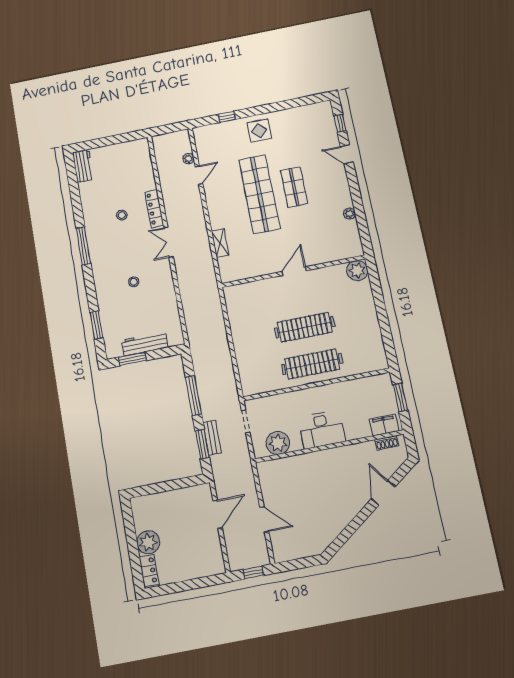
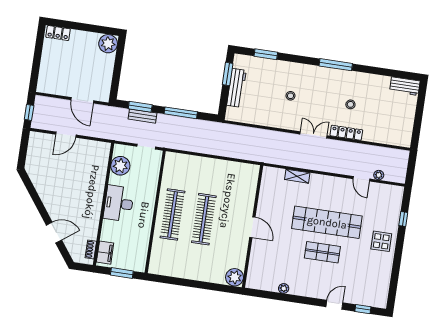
plant: (148, 542) -> (108, 44), moved

